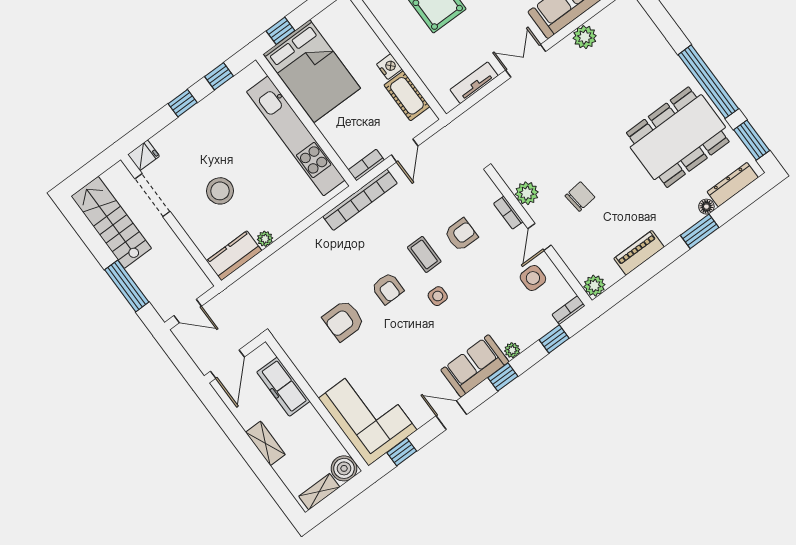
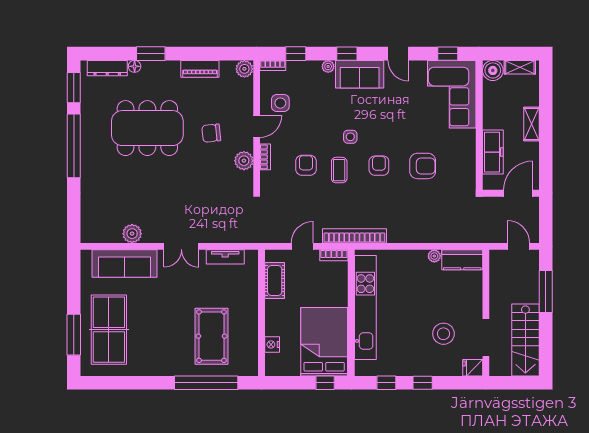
nightstand: (389, 67) -> (272, 344), moved
dining table: (678, 137) -> (147, 128), moved
stool: (220, 191) -> (443, 334), moved
armchair: (461, 235) -> (306, 165), turned 90

